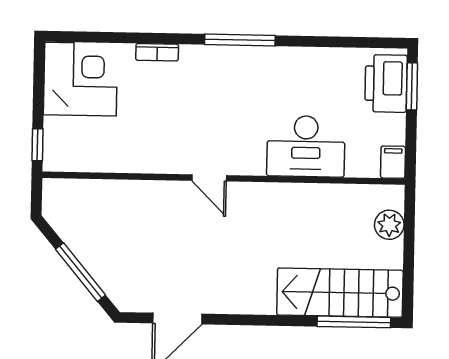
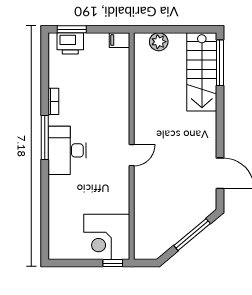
bookcase: (157, 52) -> (53, 101), moved
corner desk: (80, 79) -> (107, 237), moved, turned -90
printer: (386, 83) -> (70, 43), width x0.73, depth x0.84
desk: (306, 146) -> (67, 150), moved, turned 180

